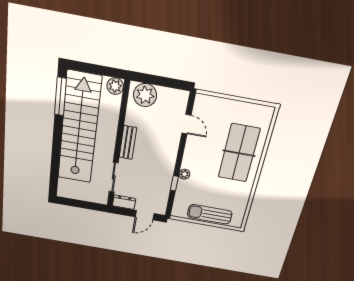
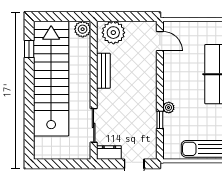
window: (60, 97) -> (29, 49), width x0.46
door: (186, 124) -> (160, 41), moved
bench: (128, 143) -> (103, 71), moved

